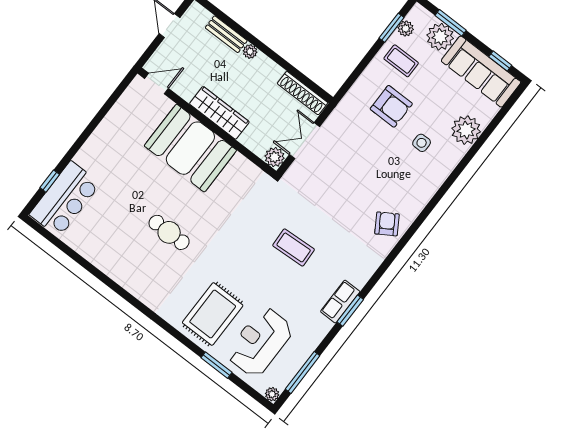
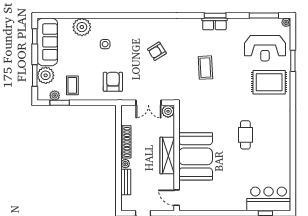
shoe rack: (302, 93) -> (126, 142), moved
armchair: (391, 106) -> (113, 82), moved
armchair: (387, 224) -> (157, 51), moved

